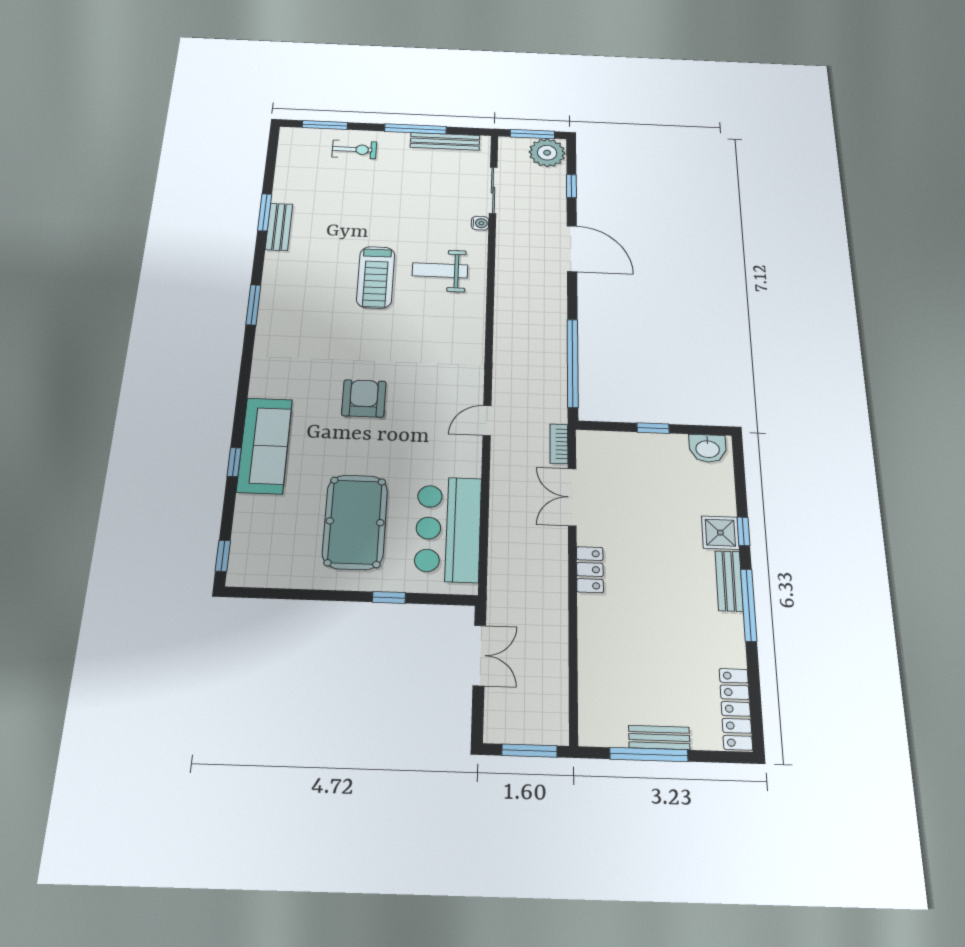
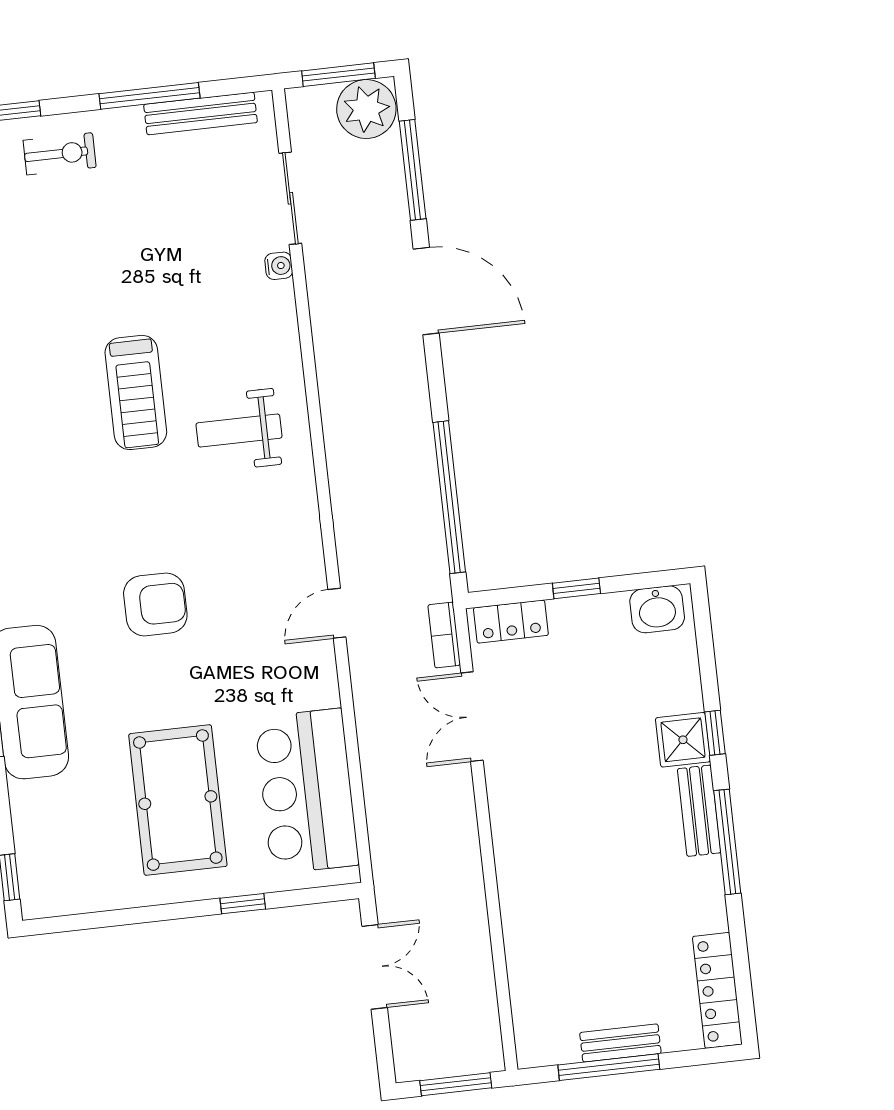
window: (571, 186) -> (413, 170), width x2.17
weight bench: (440, 270) -> (239, 430), moved
armchair: (364, 398) -> (155, 604), turned 90
locker: (590, 570) -> (511, 622), moved, turned 90

